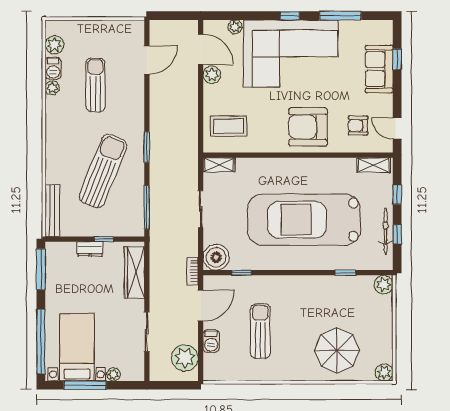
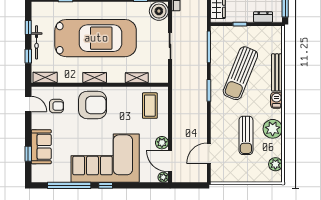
window: (340, 16) -> (69, 185), width x1.46
plant: (235, 27) -> (163, 177), moved
barbecue: (53, 68) -> (276, 100), moved
plant: (52, 88) -> (273, 129), width x1.87, depth x1.87
coffee table: (229, 126) -> (150, 106), turned 90
shelving: (219, 165) -> (137, 78), moved
shelving: (305, 165) -> (95, 78), added
bench: (52, 211) -> (277, 72), moved
bicycle: (386, 231) -> (37, 42), moved
dresser: (90, 249) -> (263, 17), moved

